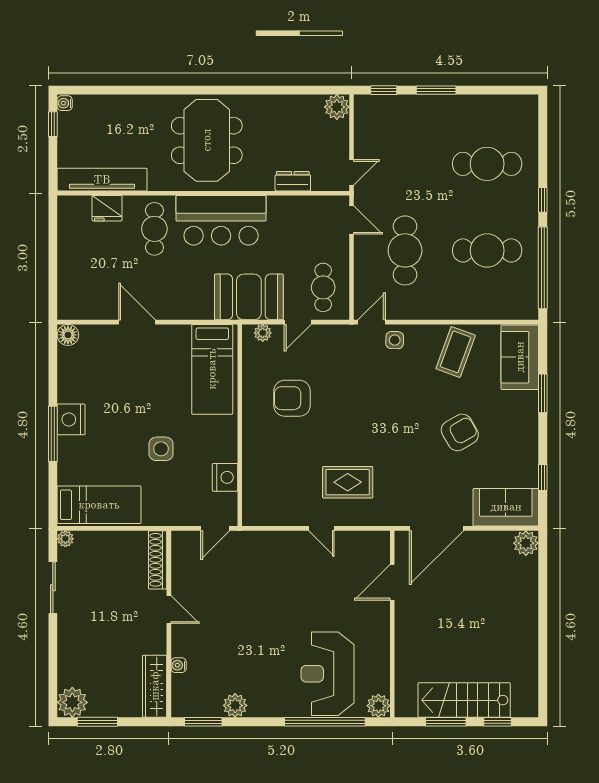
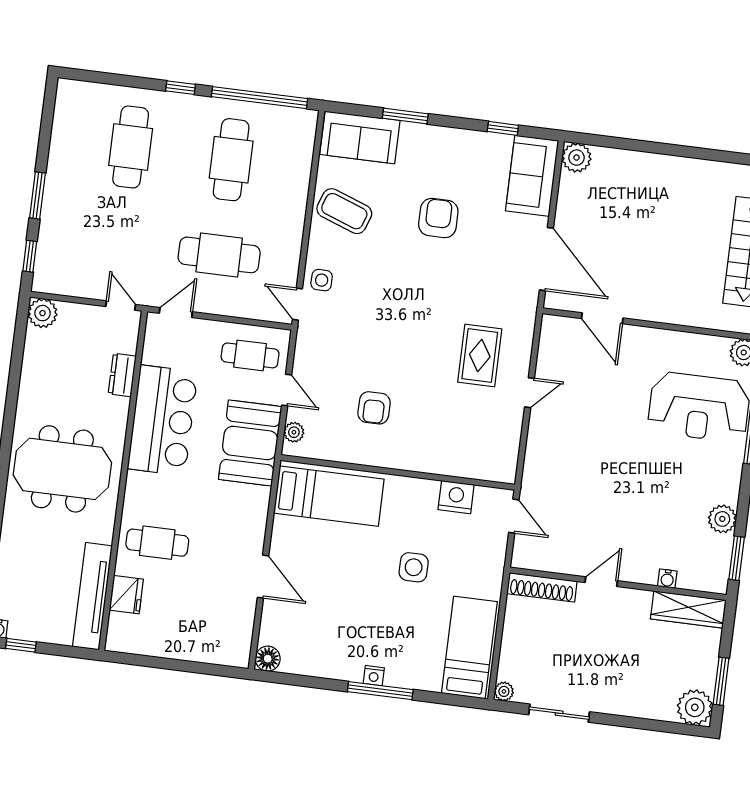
bar counter: (221, 220) -> (163, 420), moved
door: (137, 322) -> (263, 577), swing flipped
armchair: (292, 398) -> (374, 408), width x0.72, depth x0.72
nightstand: (71, 419) -> (374, 676), width x0.53, depth x0.56
armchair: (460, 432) -> (438, 218), turned 30

